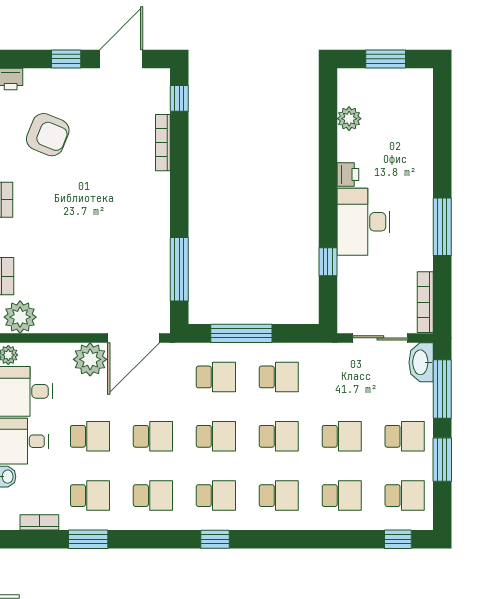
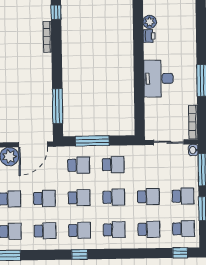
printer: (348, 175) -> (149, 36), moved
window: (328, 262) -> (139, 101), removed
washbasin: (421, 362) -> (193, 150), width x0.52, depth x0.69

